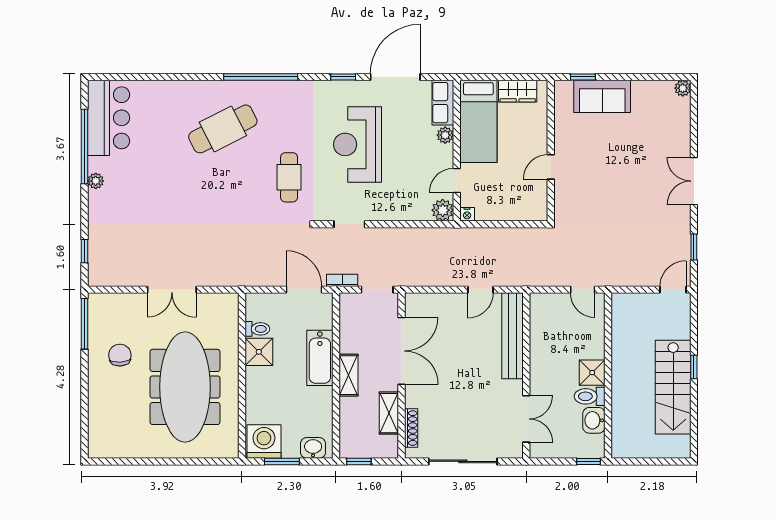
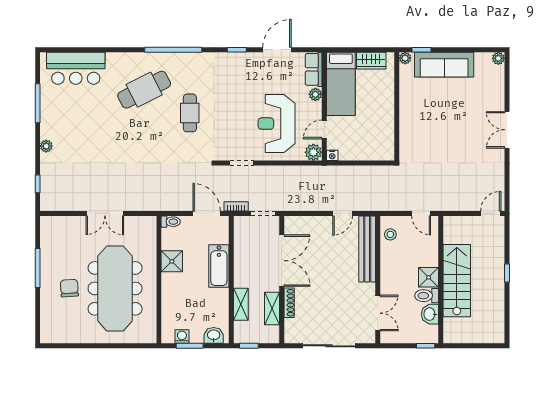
door: (395, 77) -> (277, 50), width x0.73
plant: (562, 88) -> (405, 58), added
sofa: (602, 96) -> (444, 65), width x1.36
bar counter: (109, 118) -> (76, 68), moved, turned 90
reception desk: (357, 144) -> (276, 124), moved
window: (85, 147) -> (38, 103), width x0.68
door: (551, 167) -> (397, 119), removed
cafe table: (289, 177) -> (190, 113), moved
plant: (96, 181) -> (46, 146), moved
window: (694, 247) -> (507, 181), removed
stool: (543, 317) -> (390, 234), added
window: (85, 324) -> (38, 268), moved
toilet: (257, 329) -> (171, 222), moved
chair: (120, 355) -> (69, 288), moved
shelving: (349, 375) -> (241, 304), moved
stairs: (673, 387) -> (457, 281), moved, turned 180
shoe rack: (411, 428) -> (289, 303), moved
washing machine: (264, 441) -> (182, 336), width x0.53, depth x0.53

